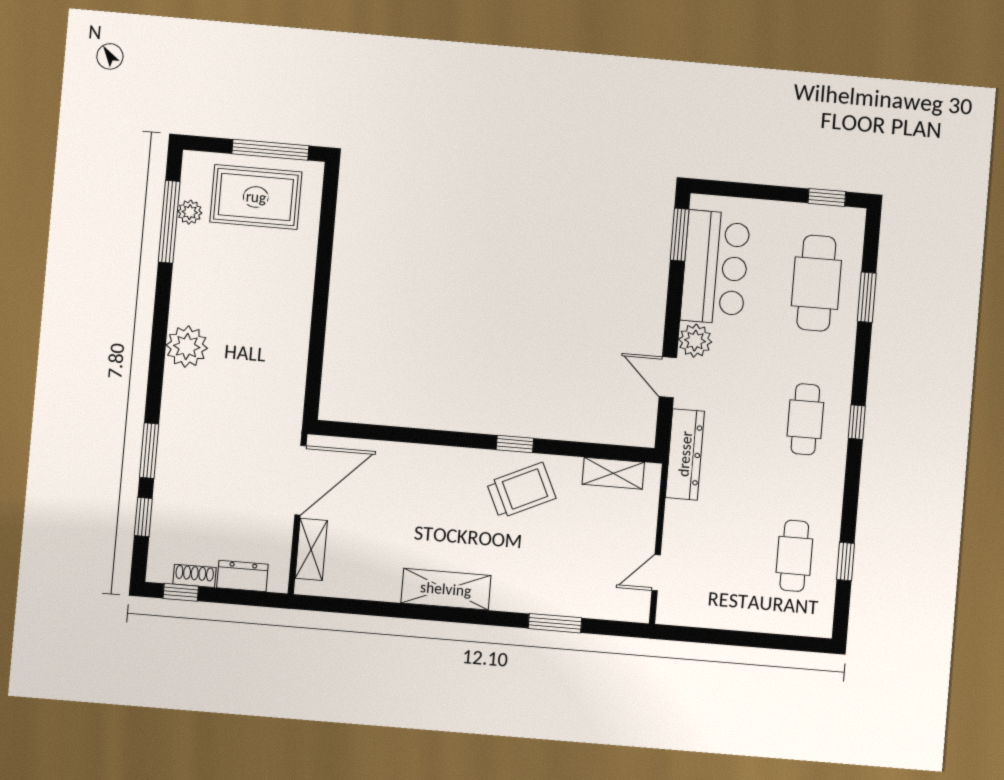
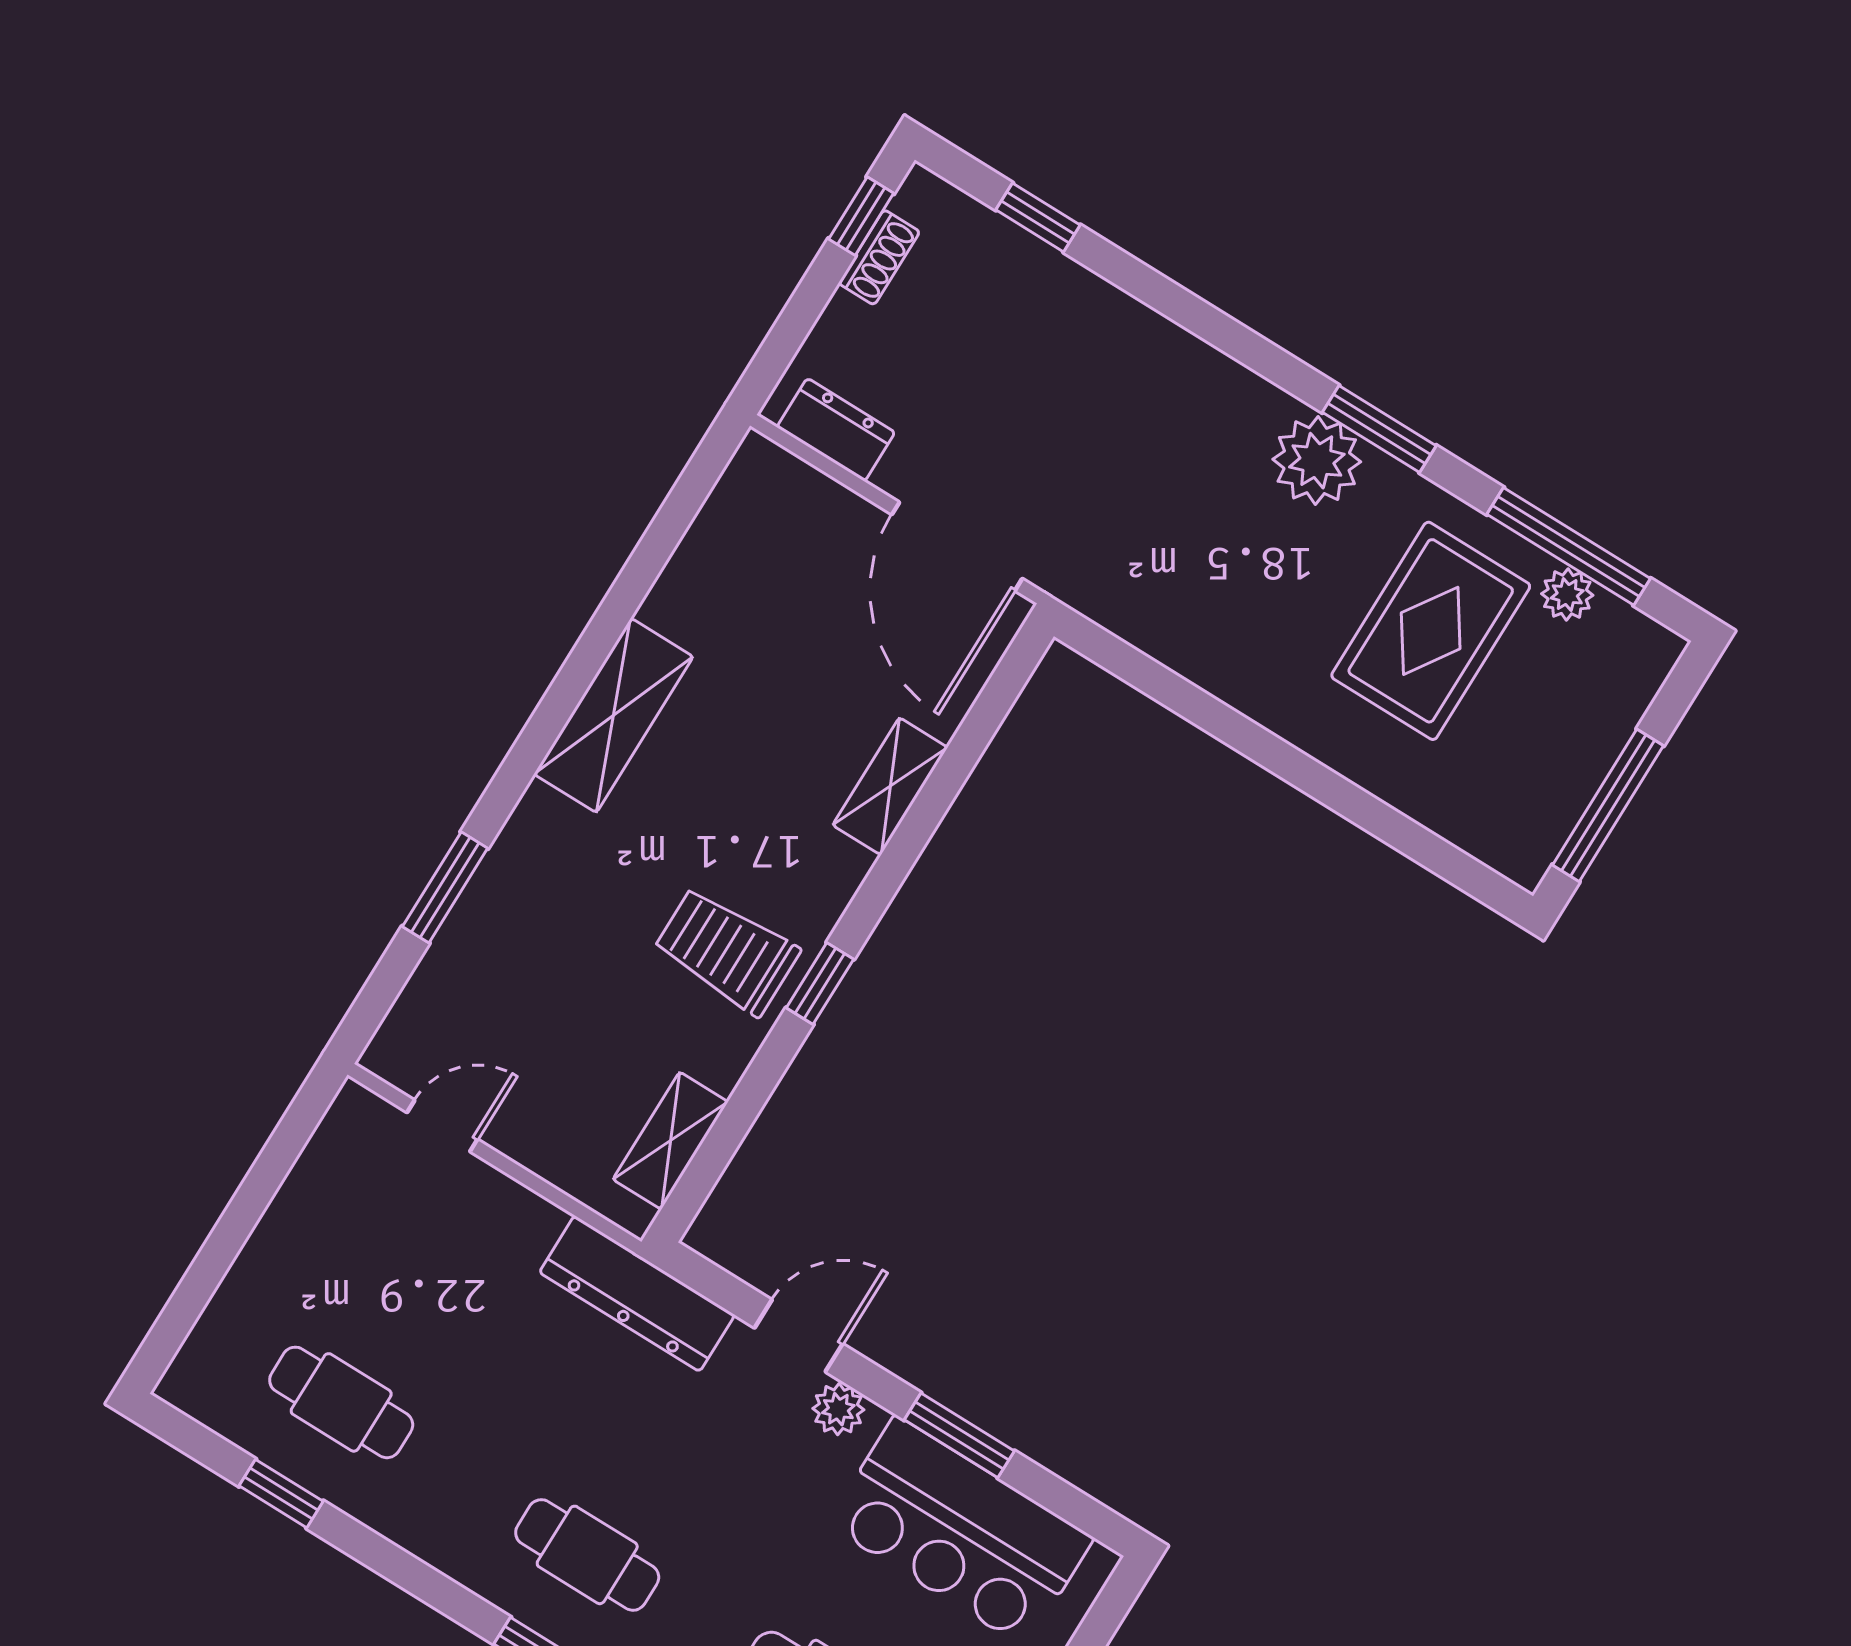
rug: (256, 197) -> (1431, 631), moved
window: (680, 235) -> (959, 1435), moved
plant: (695, 341) -> (838, 1409), width x0.73, depth x0.73
window: (149, 451) -> (1379, 429), moved
trolley: (521, 490) -> (727, 951), turned 115
shelving: (311, 549) -> (890, 786), moved, turned 90
door: (656, 573) -> (442, 1126), hinge flipped
dresser: (242, 576) -> (836, 430), moved, turned -90

